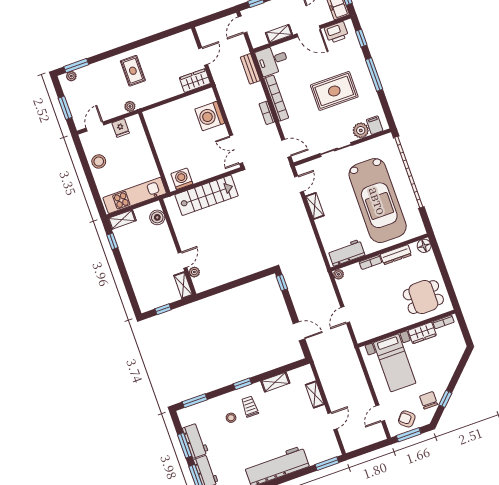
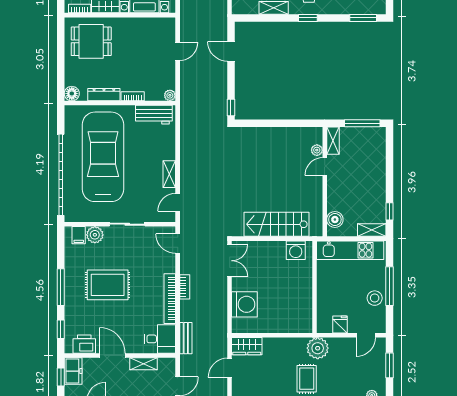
plant: (130, 106) -> (318, 348), width x1.87, depth x1.87
window: (89, 176) -> (390, 286), added
window: (163, 309) -> (362, 123), width x2.17

